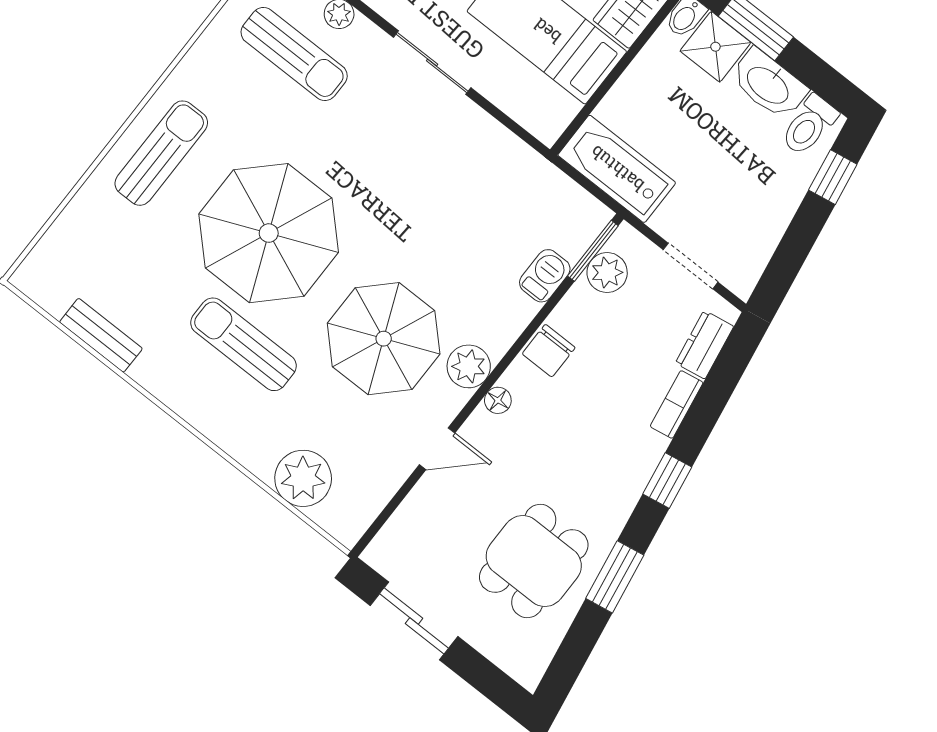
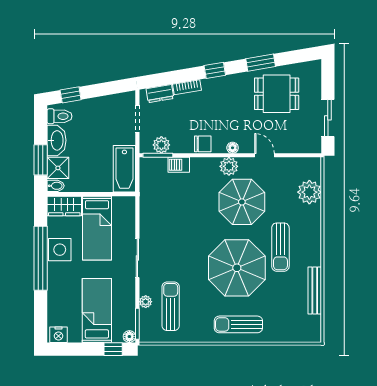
bench: (101, 335) -> (315, 291), width x1.36

